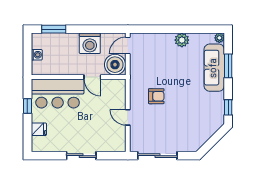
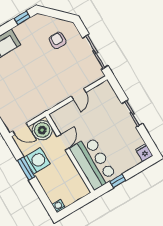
window: (54, 29) -> (26, 169), moved
washing machine: (37, 55) -> (59, 206), moved
armchair: (156, 96) -> (58, 40), moved
fridge: (39, 129) -> (144, 153), moved

